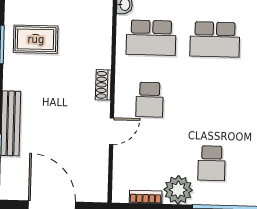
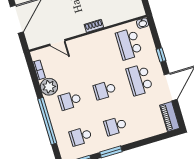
school desk: (149, 100) -> (105, 90), moved
door: (111, 131) -> (57, 42), moved

